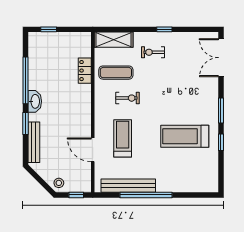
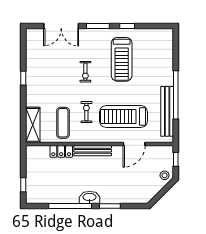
exercise bike: (153, 52) -> (85, 72), moved
double door: (221, 58) -> (61, 26), moved
treadmill: (123, 138) -> (124, 117), width x1.37, depth x1.38
bench: (34, 142) -> (93, 151), moved

